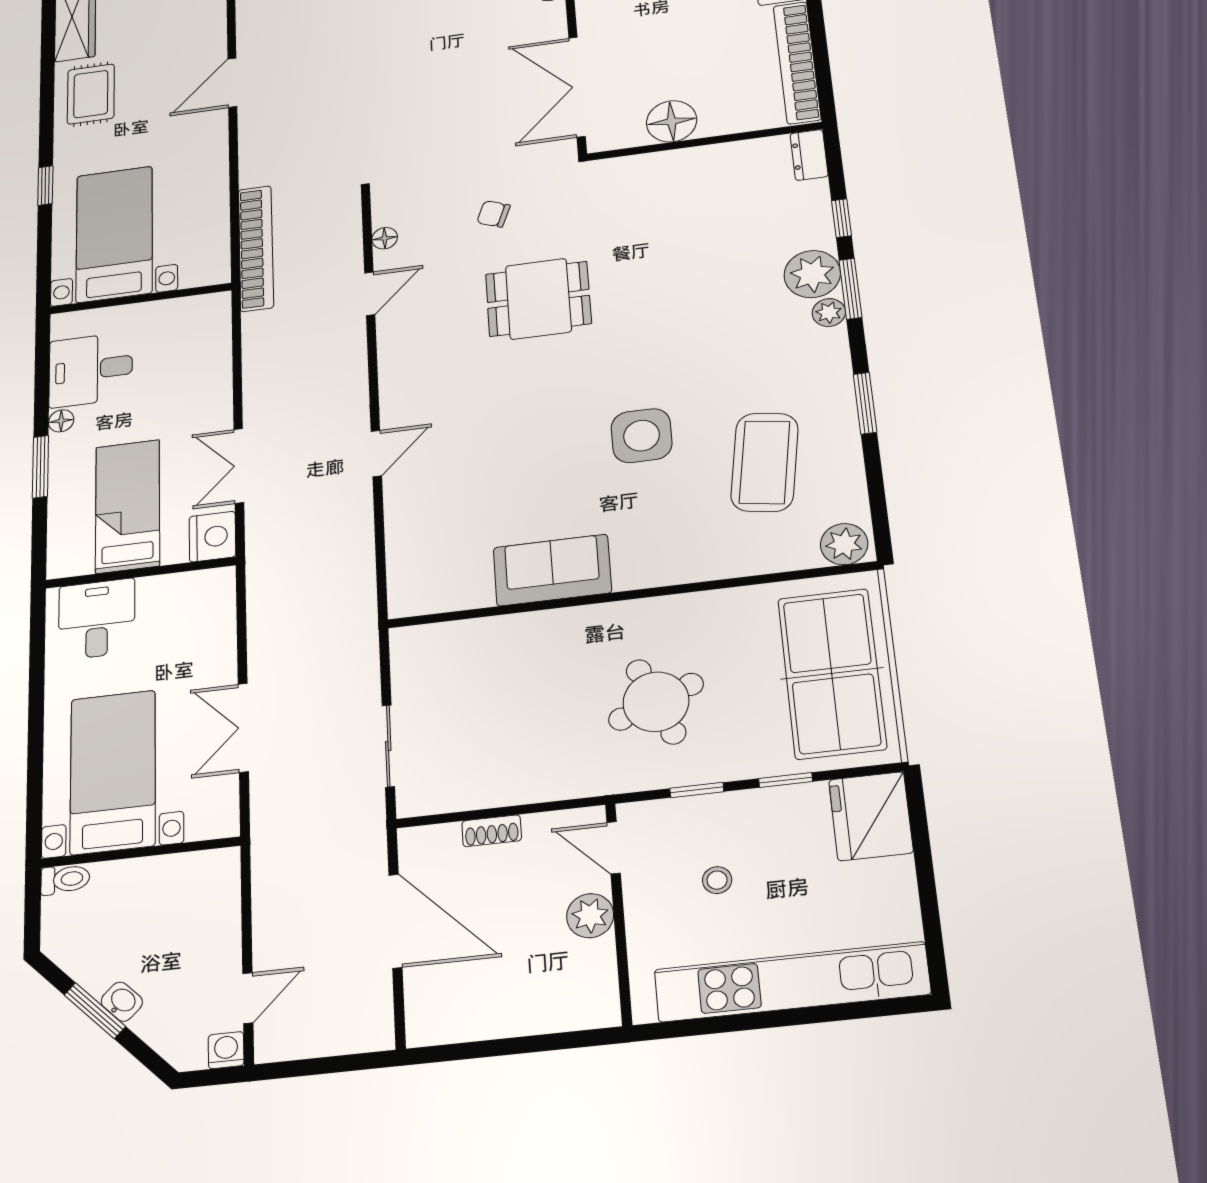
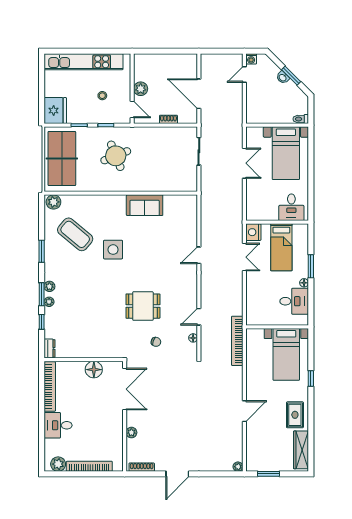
plant: (812, 274) -> (49, 302), width x0.53, depth x0.53
coffee table: (765, 462) -> (75, 234), turned -59

